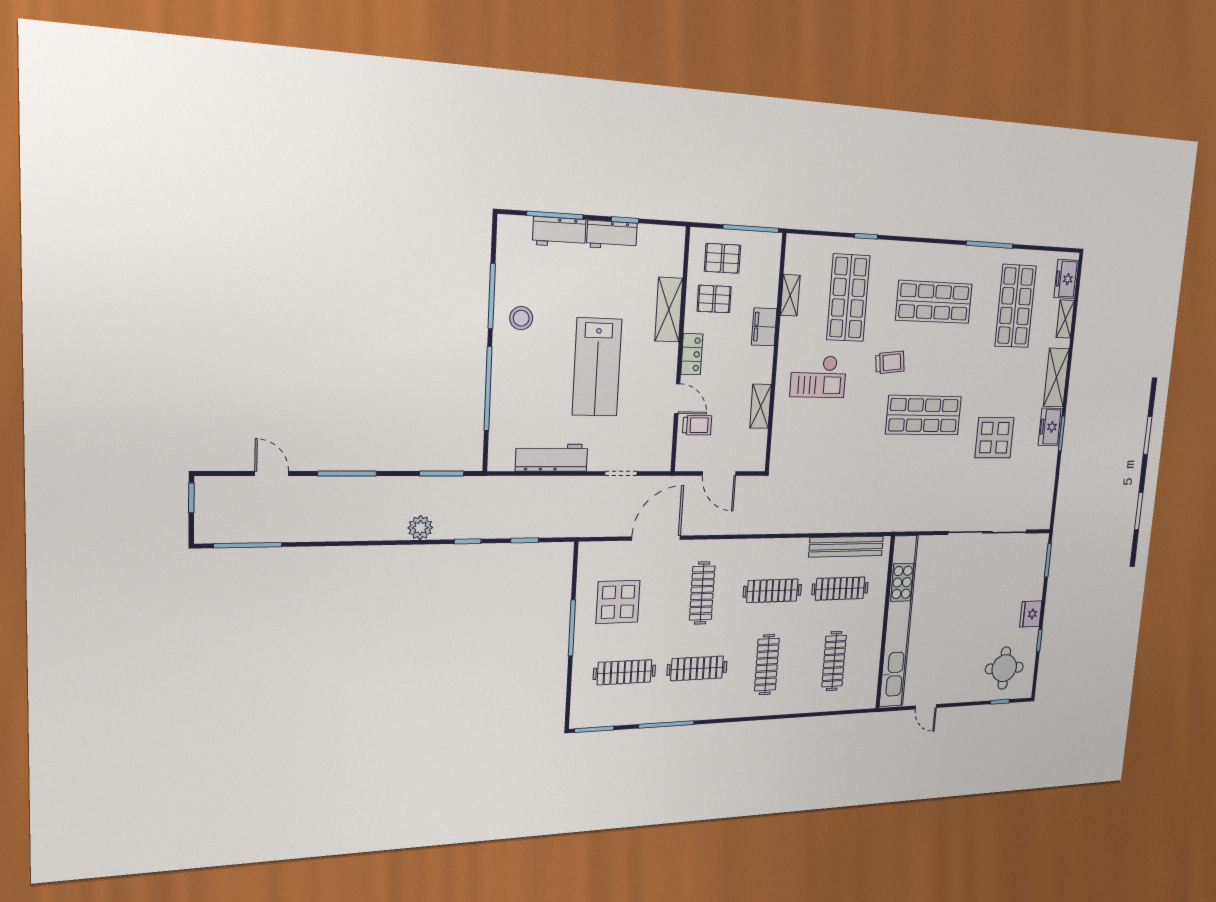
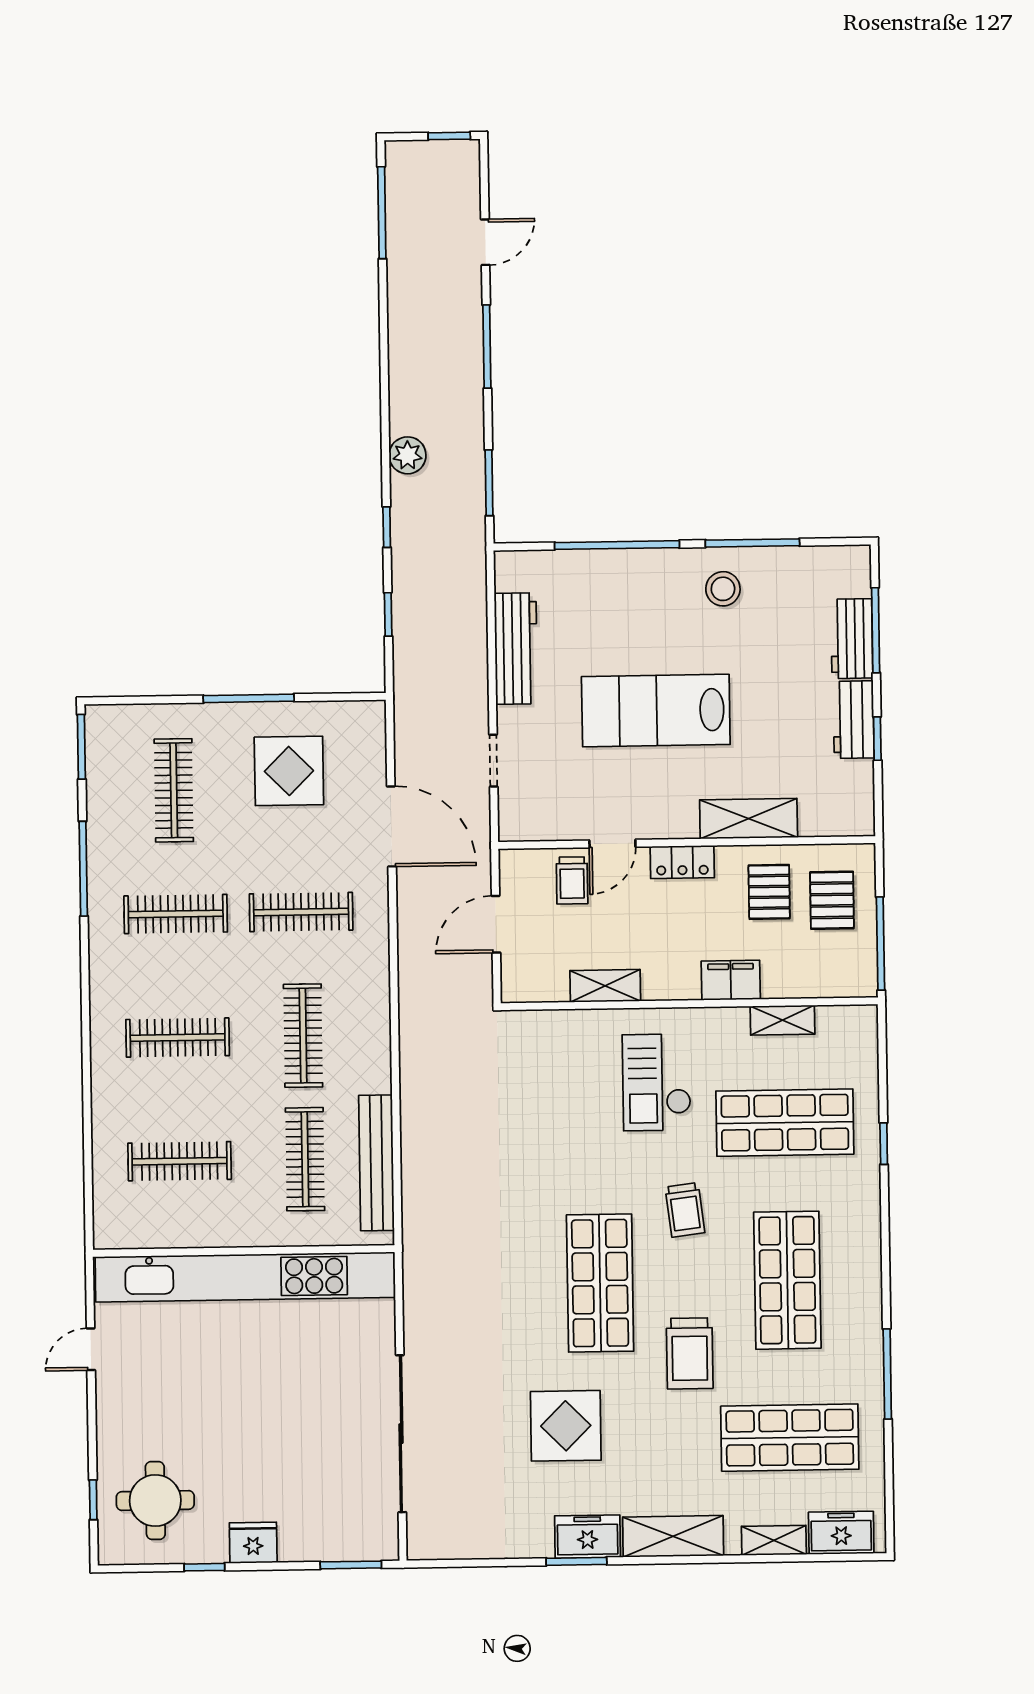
trolley: (966, 363) -> (690, 1353), added
clothes rail: (697, 668) -> (176, 914), turned 90

